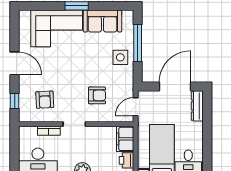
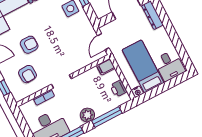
armchair: (97, 95) -> (29, 45), moved
filing cabinet: (125, 139) -> (106, 67), width x0.50

